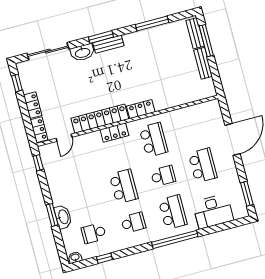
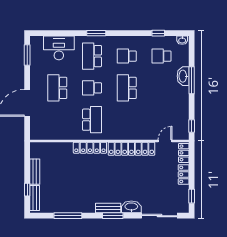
window: (206, 41) -> (27, 190), width x0.46
locker: (141, 109) -> (90, 148), width x1.53
locker: (114, 132) -> (122, 134), removed
school desk: (153, 140) -> (92, 120), turned 180
window: (52, 215) -> (192, 80), width x1.44
school desk: (94, 233) -> (162, 56), turned 180
window: (175, 239) -> (96, 33), width x0.47

